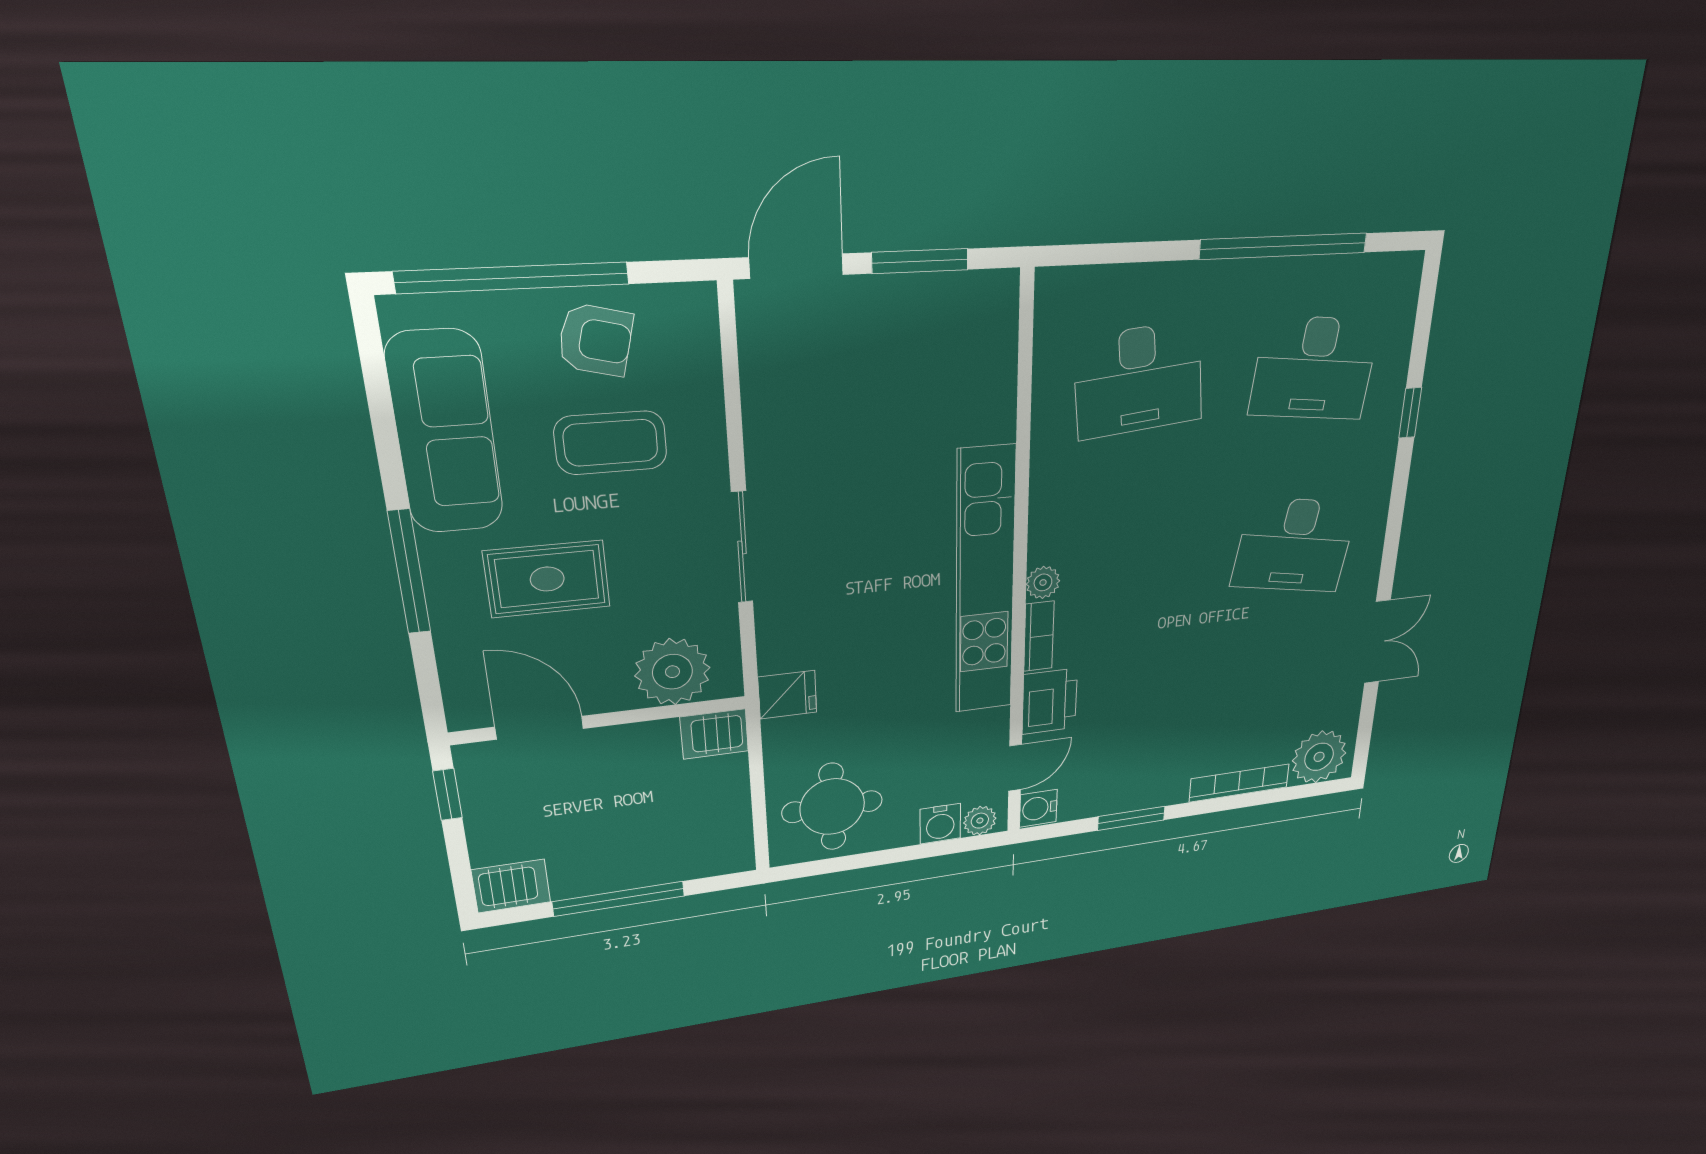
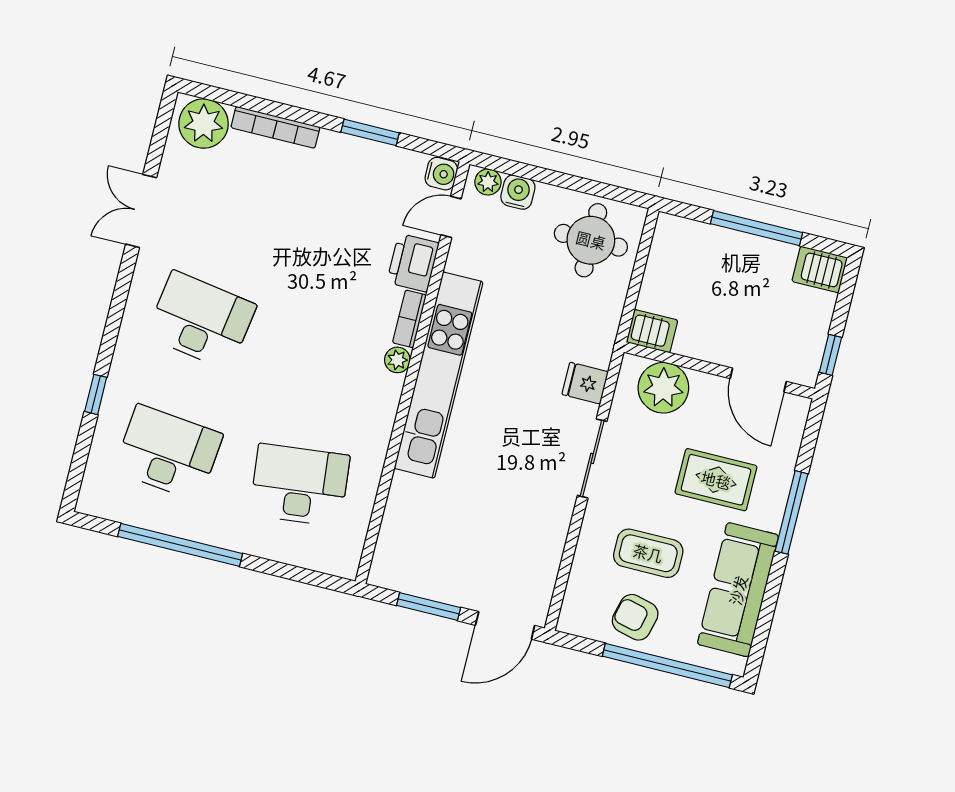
fridge: (787, 695) -> (585, 383), moved

